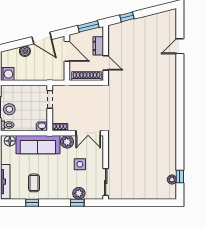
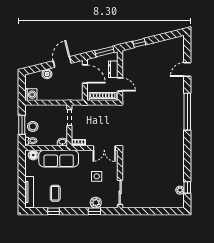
door: (42, 38) -> (62, 62), swing flipped
window: (180, 93) -> (187, 112), added
plant: (67, 142) -> (85, 156), removed

